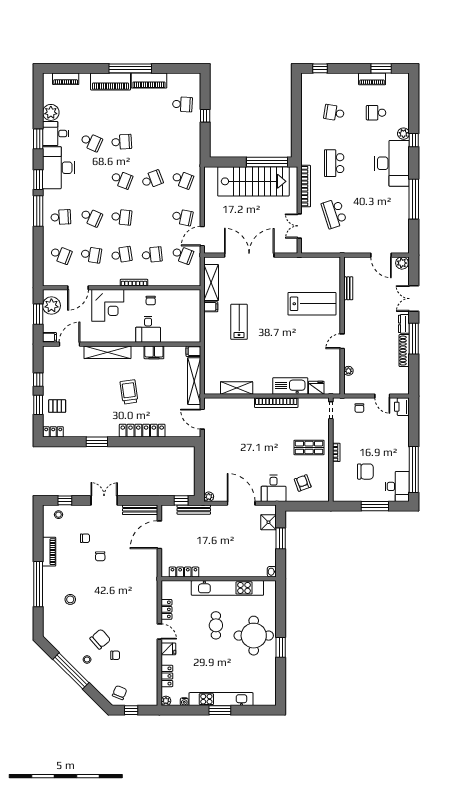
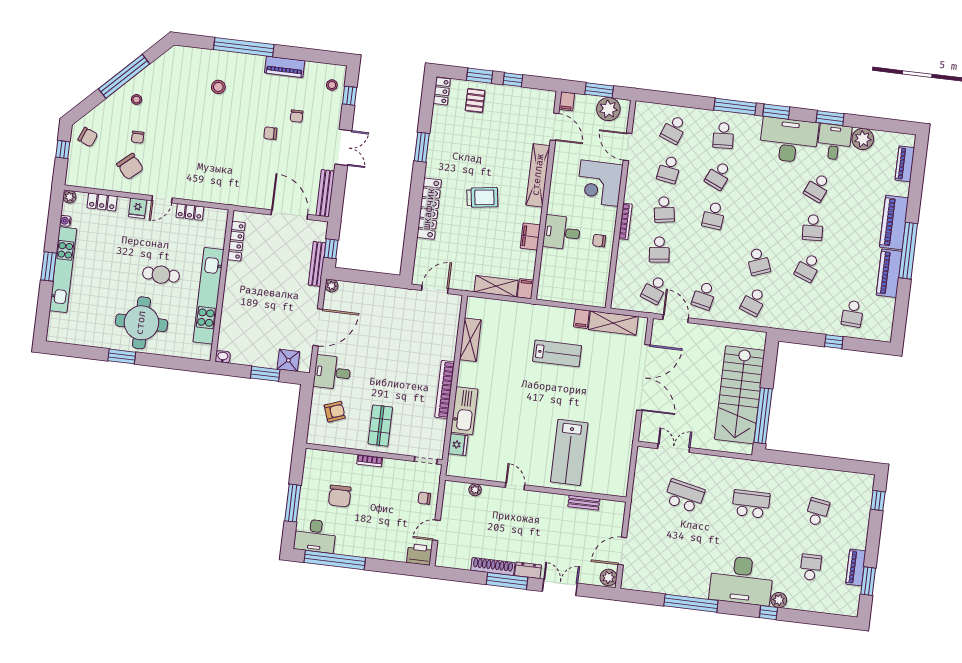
school desk: (122, 179) -> (808, 268), moved
bookcase: (306, 186) -> (725, 463), removed
school desk: (334, 214) -> (684, 496), turned 30
shelving: (194, 381) -> (496, 286), width x0.68
chair: (100, 639) -> (130, 167), moved

